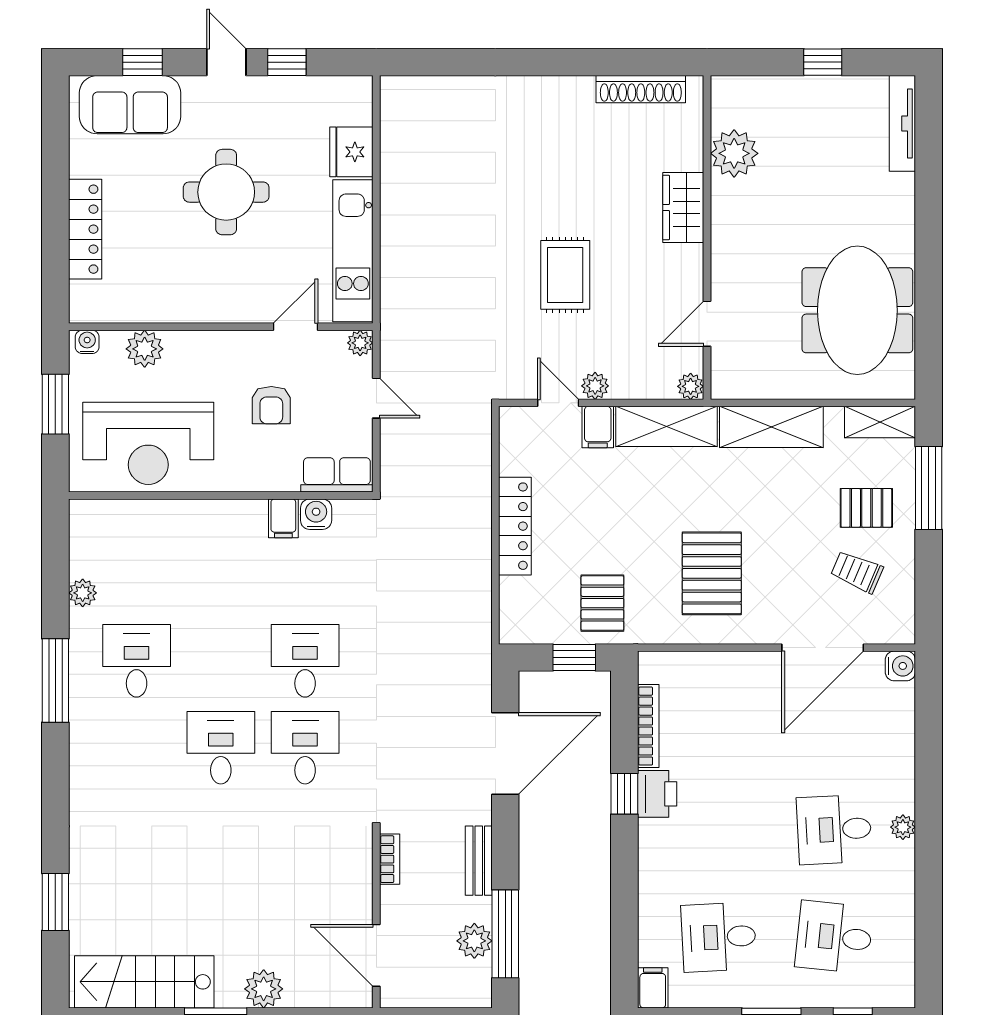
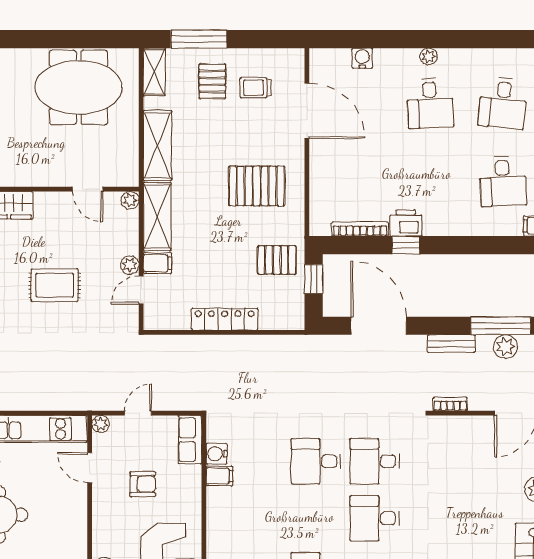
trolley: (857, 572) -> (256, 88), turned 67
water cooler: (900, 666) -> (362, 58), moved

